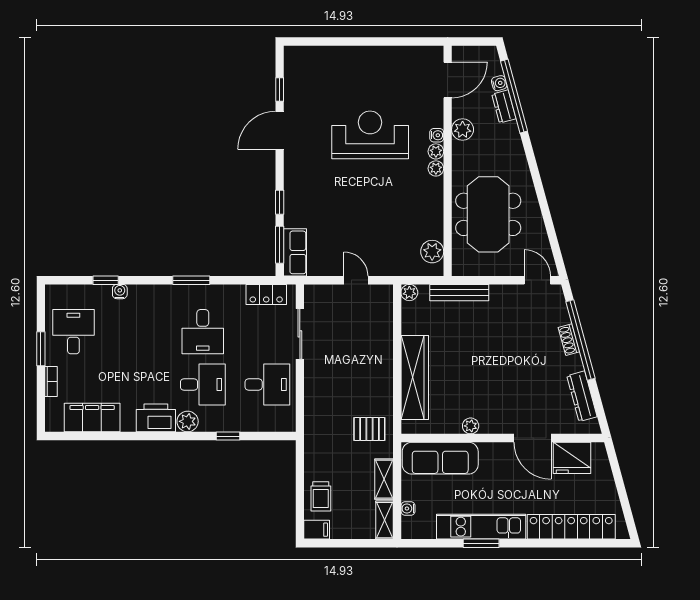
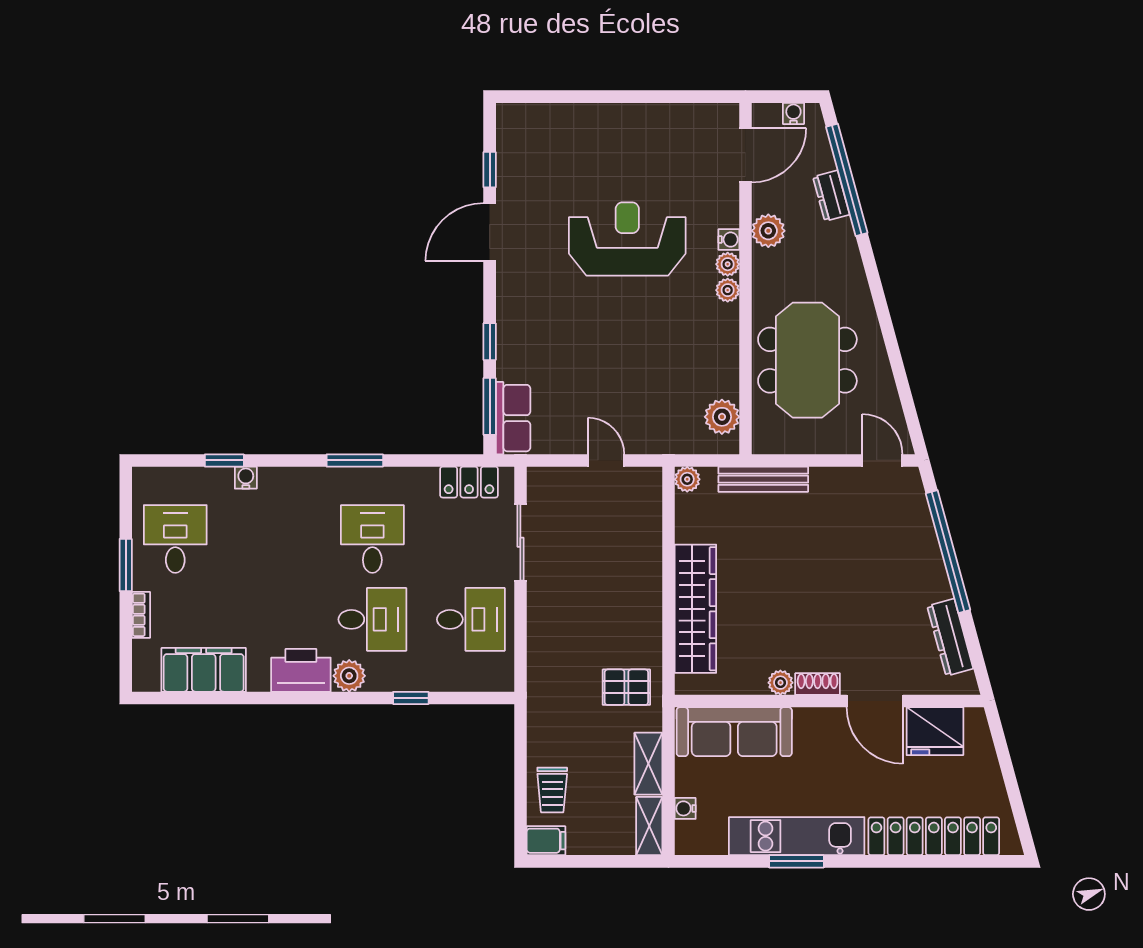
water cooler: (499, 83) -> (793, 113), moved, turned -75
desk: (203, 332) -> (372, 539), turned 180
shoe rack: (569, 340) -> (818, 684), moved, turned 105

